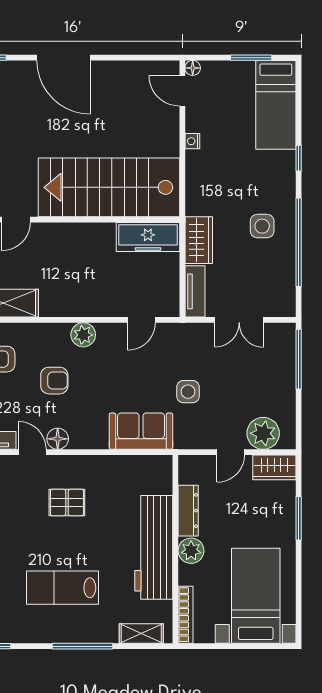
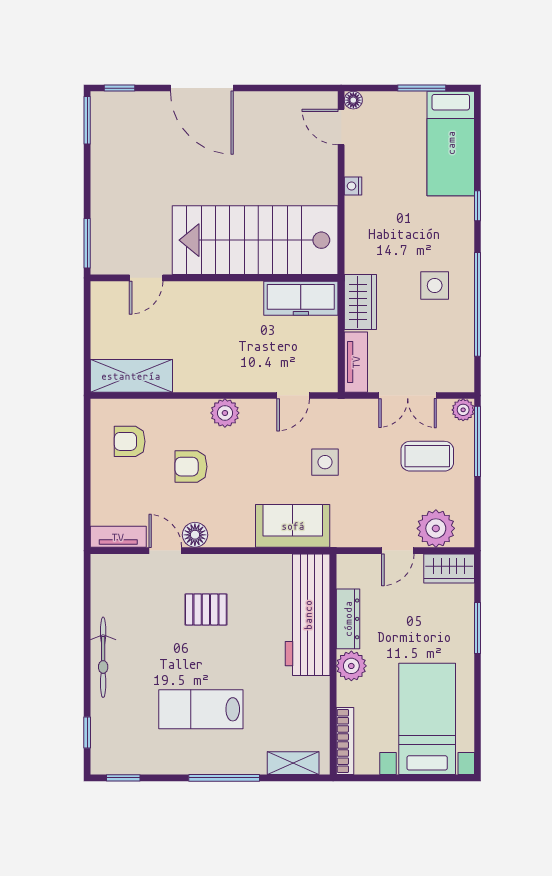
plant: (286, 332) -> (463, 410), added
coffee table: (256, 372) -> (427, 456), added
armchair: (54, 381) -> (191, 467), turned 180
side table: (188, 392) -> (325, 462), moved
workbench: (154, 547) -> (308, 615), moved

